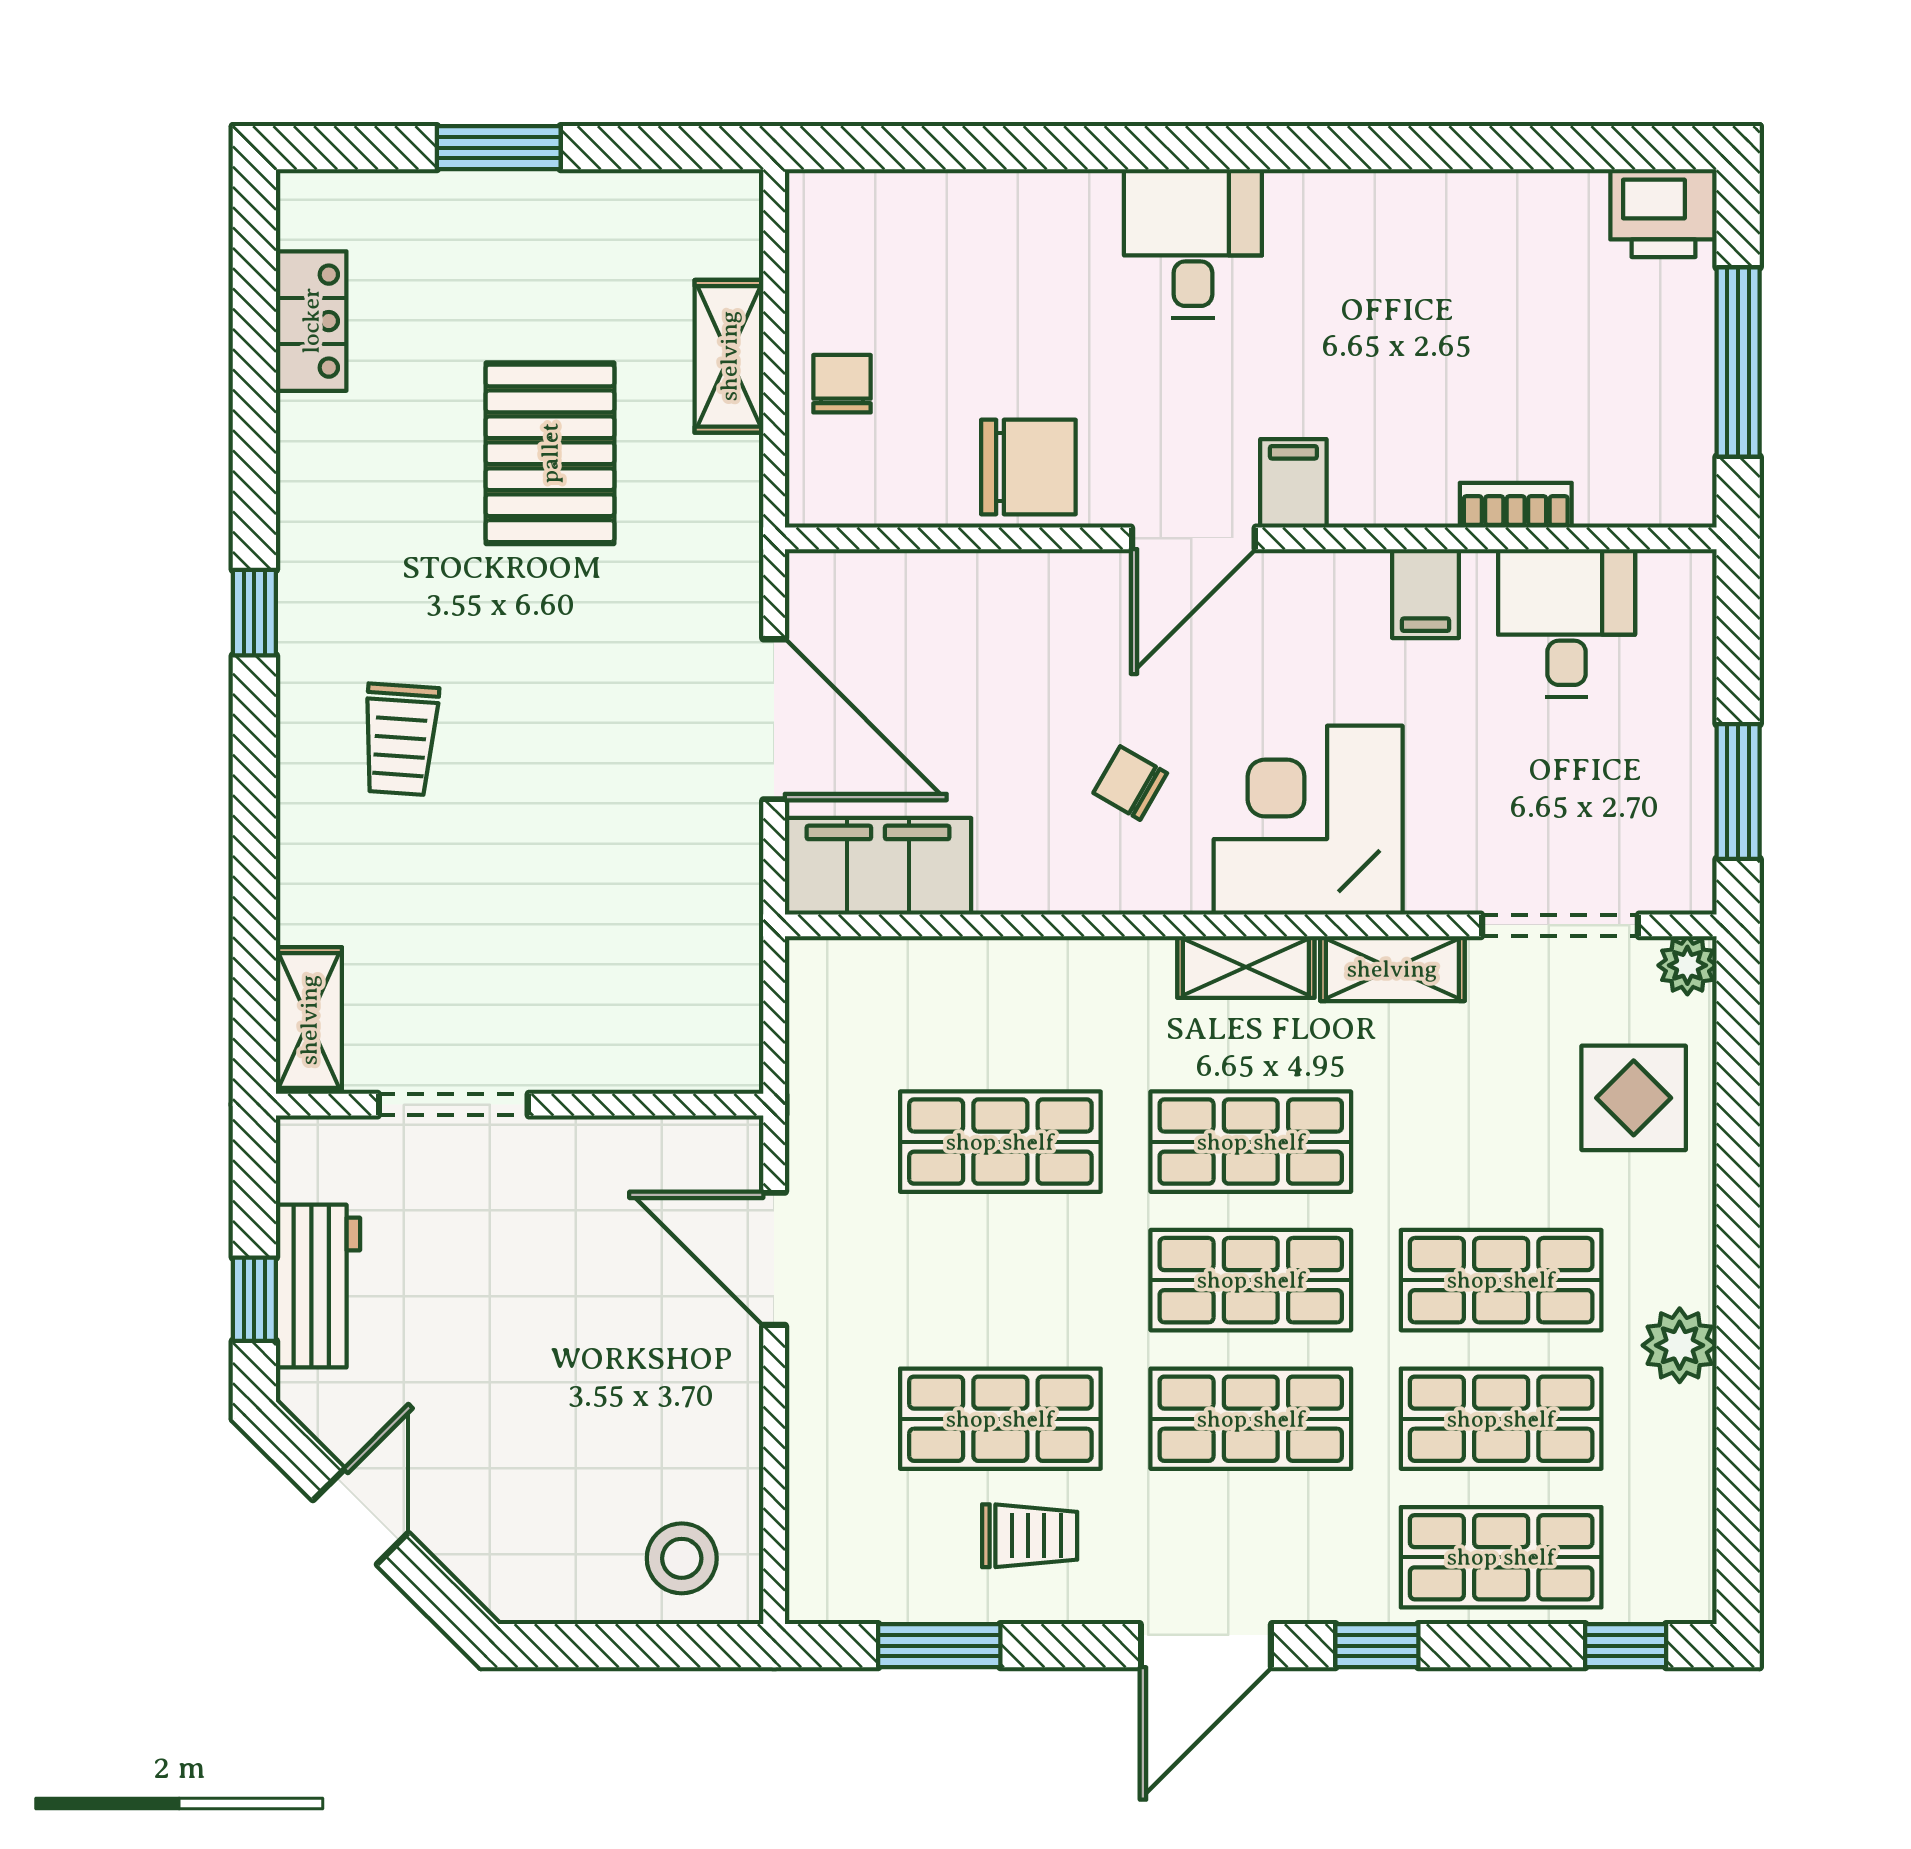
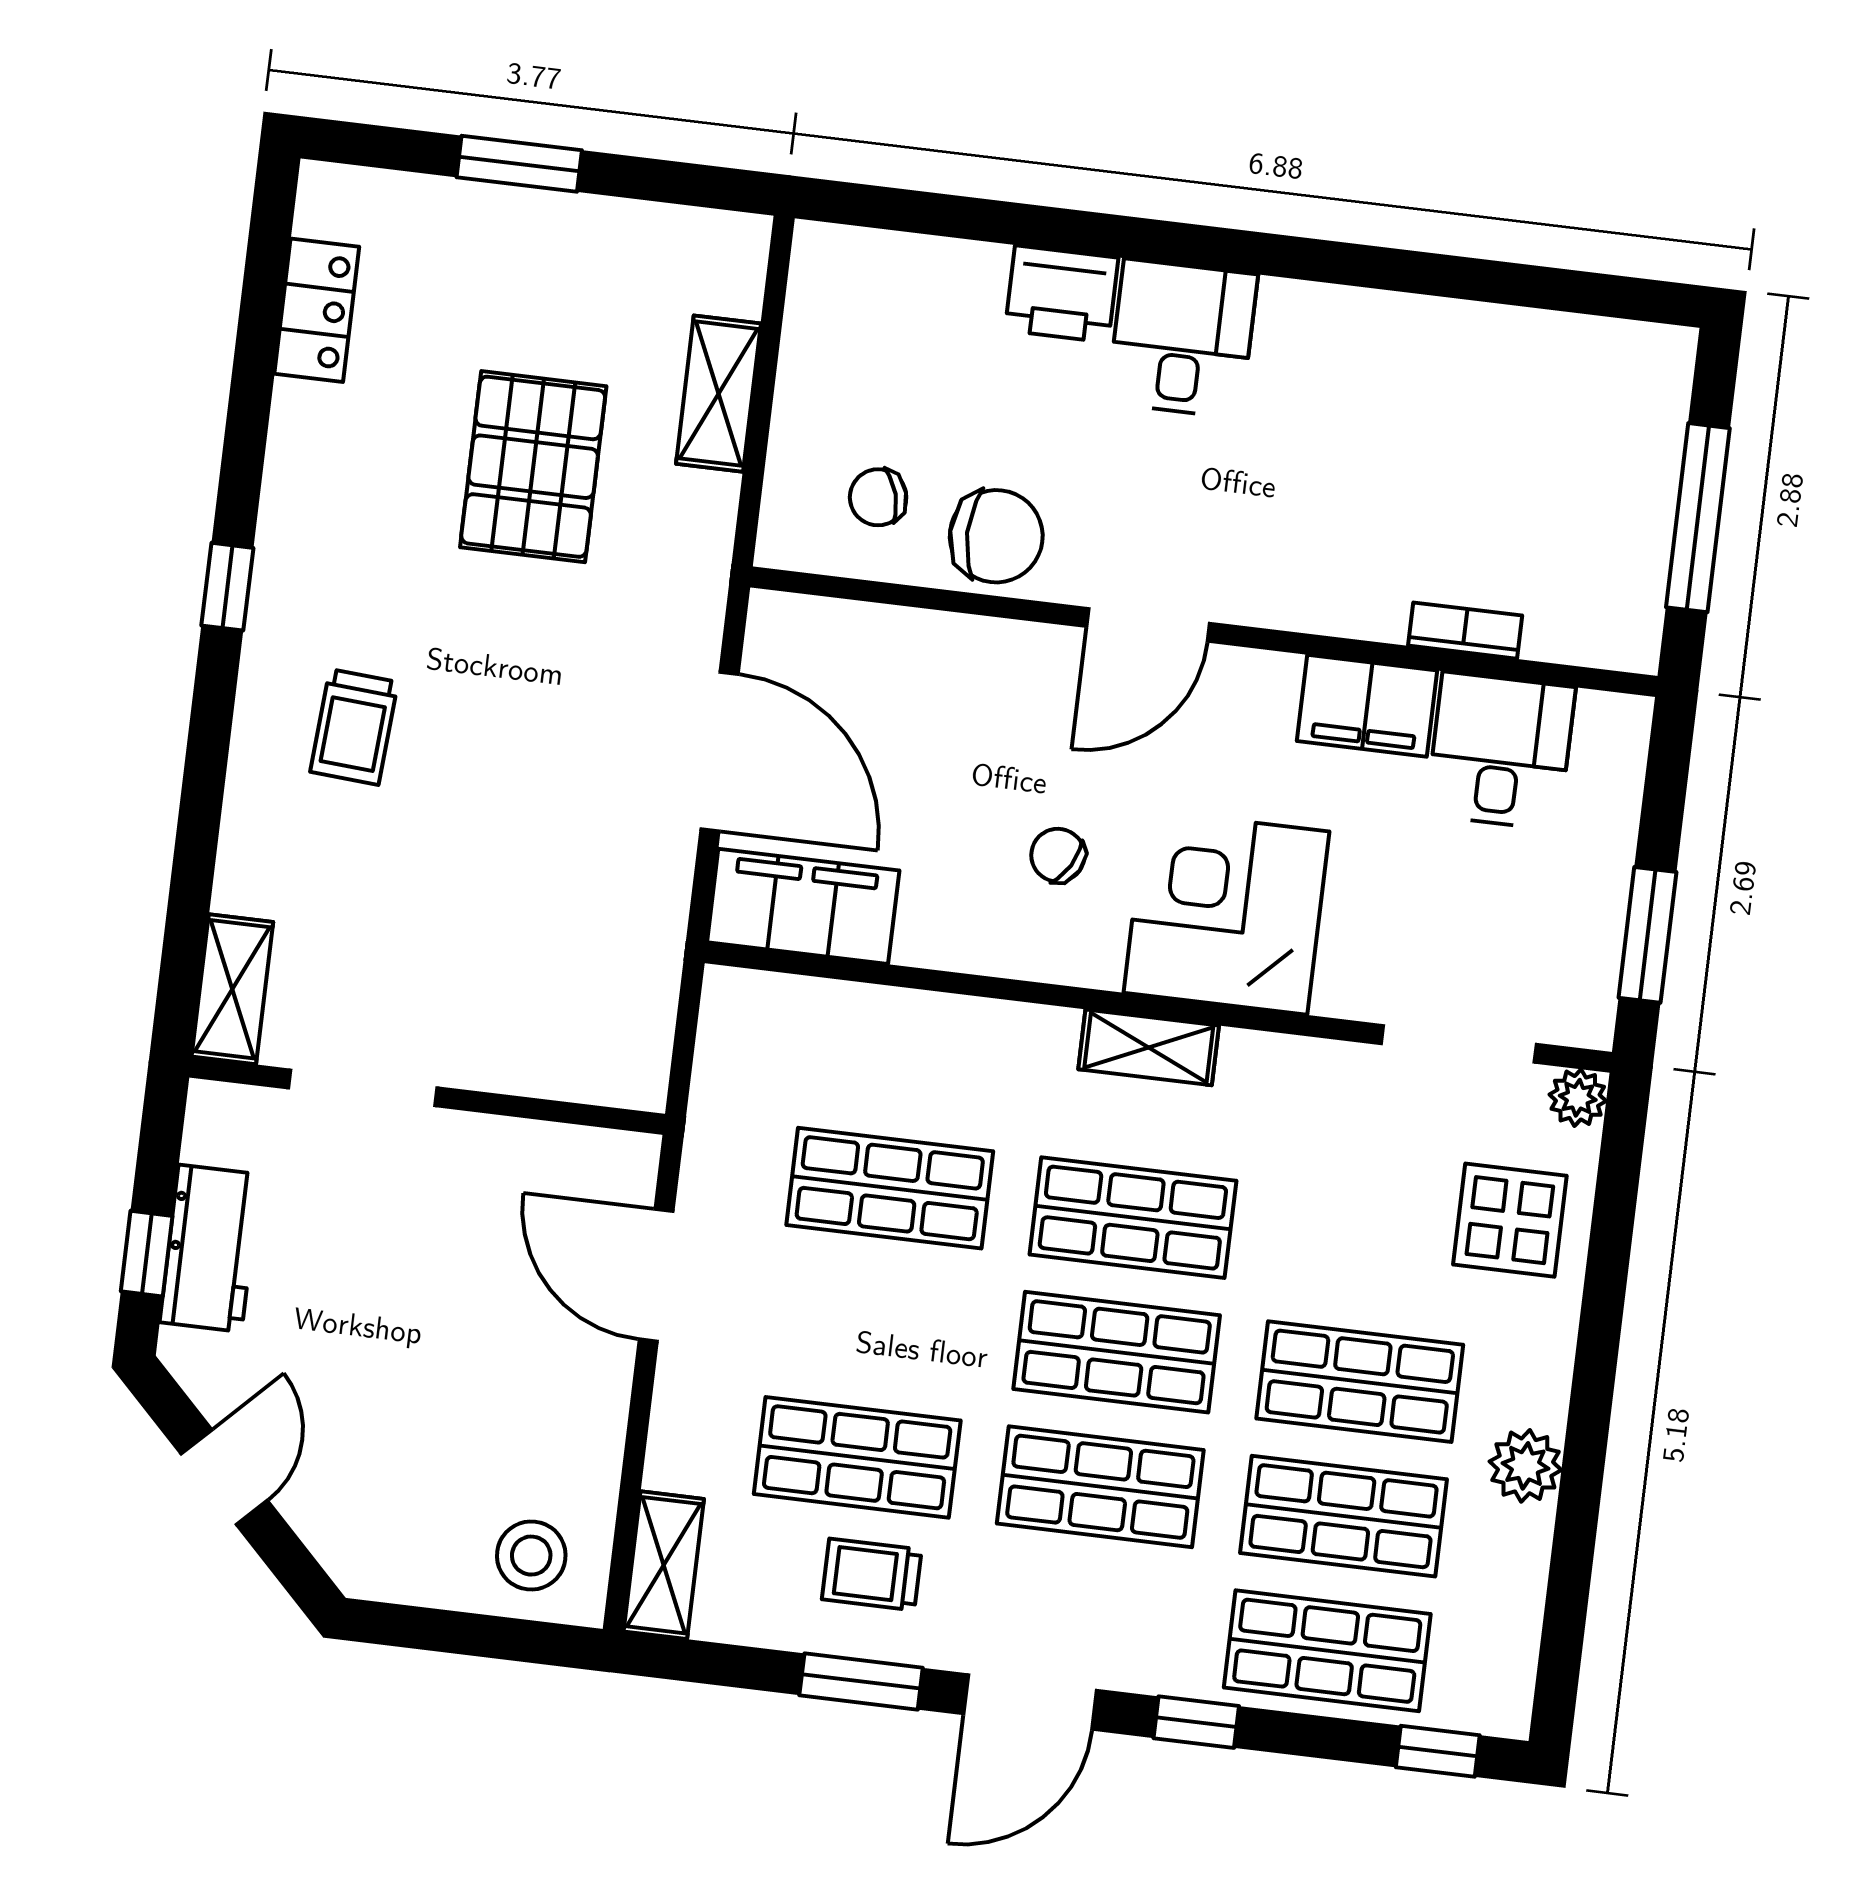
printer: (1663, 213) -> (1062, 294), moved
chair: (842, 384) -> (878, 497), moved, turned -106
filing cabinet: (1293, 483) -> (1252, 583), removed
filing cabinet: (1426, 594) -> (1367, 706), width x2.00
shelving: (1392, 969) -> (664, 1565), moved, turned 90
trolley: (1030, 1536) -> (872, 1574), turned 180
window: (939, 1646) -> (861, 1682), moved

